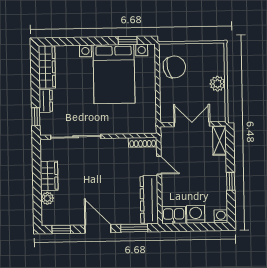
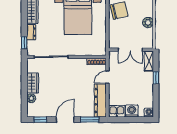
double door: (192, 124) -> (130, 50), swing flipped
door: (159, 165) -> (107, 77), swing flipped
window: (231, 181) -> (156, 78), moved
door: (98, 229) -> (65, 120), hinge flipped

